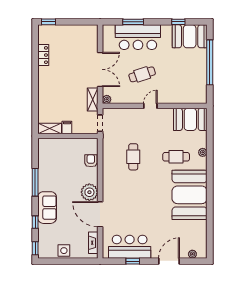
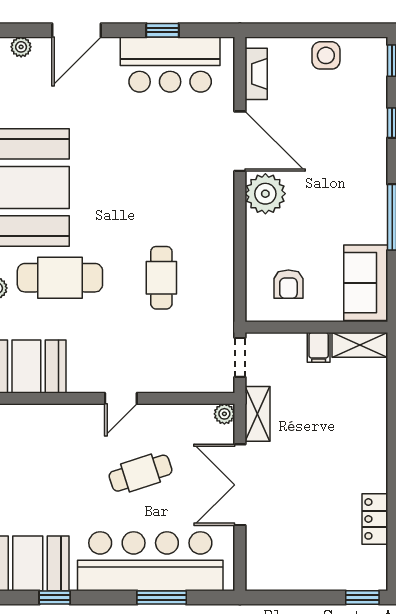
bar counter: (138, 37) -> (150, 561), width x1.36
cafe table: (176, 157) -> (60, 278), width x1.37, depth x1.35
armchair: (91, 161) -> (288, 284), moved
sofa: (47, 208) -> (366, 283), moved

